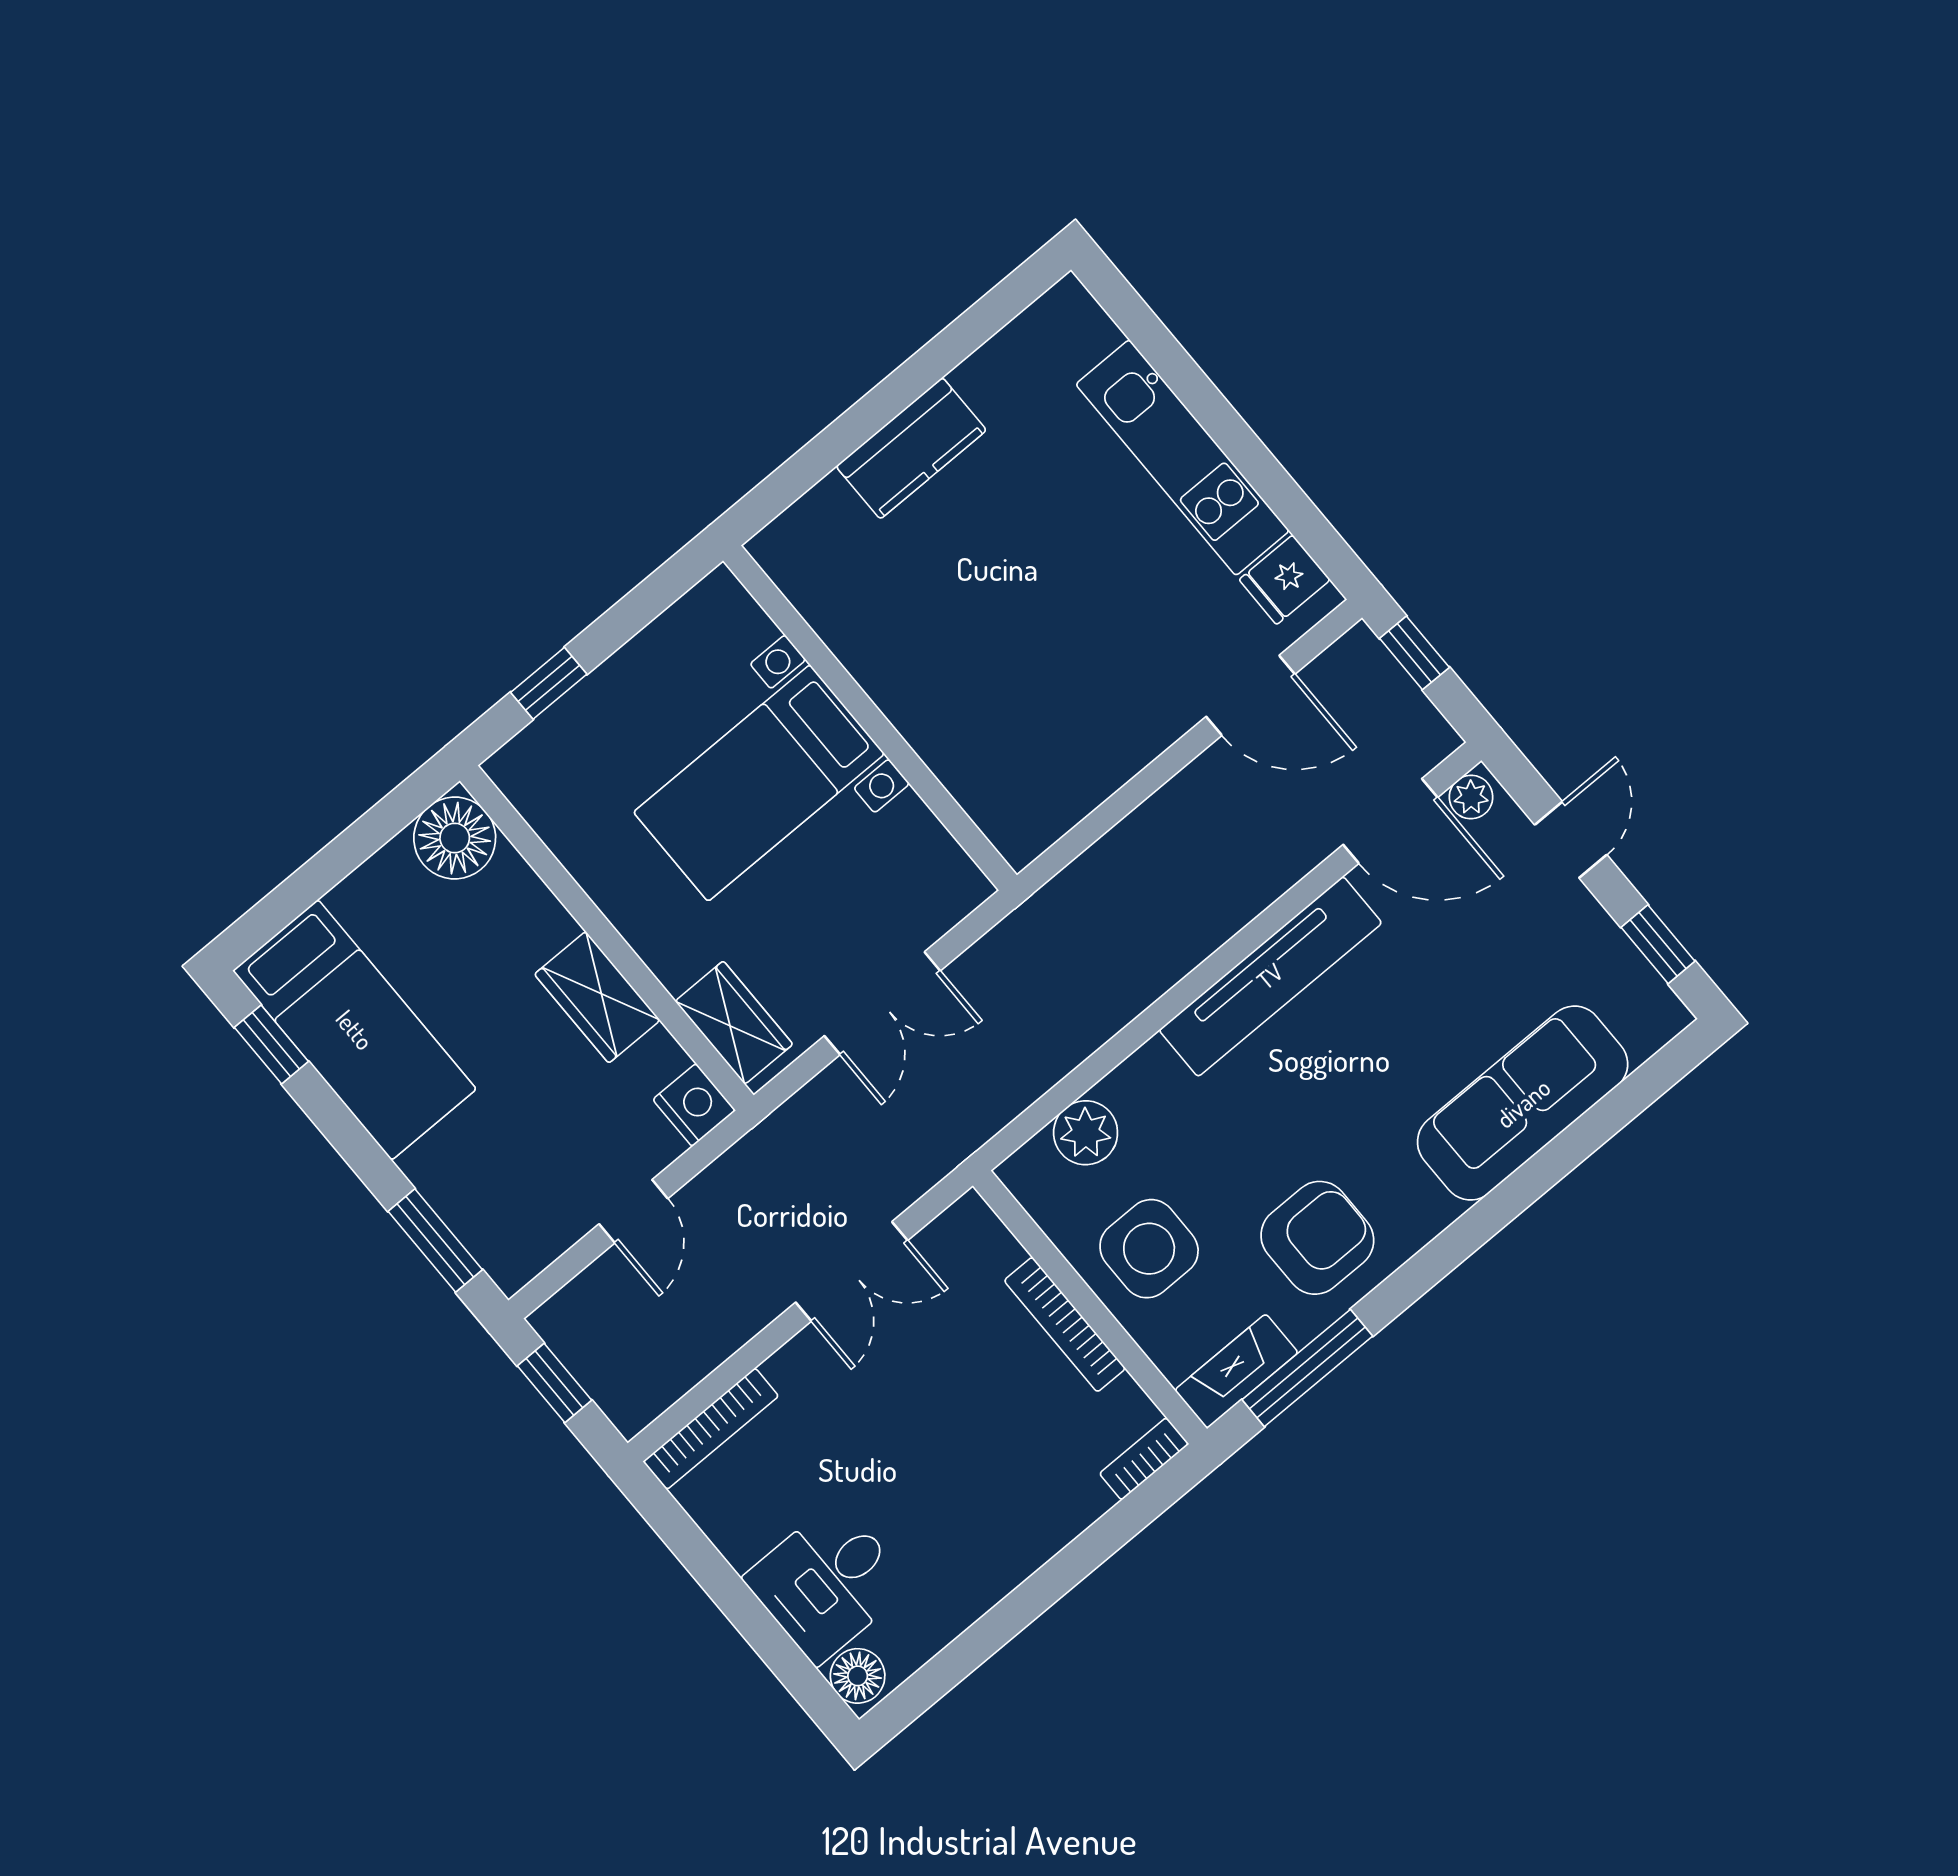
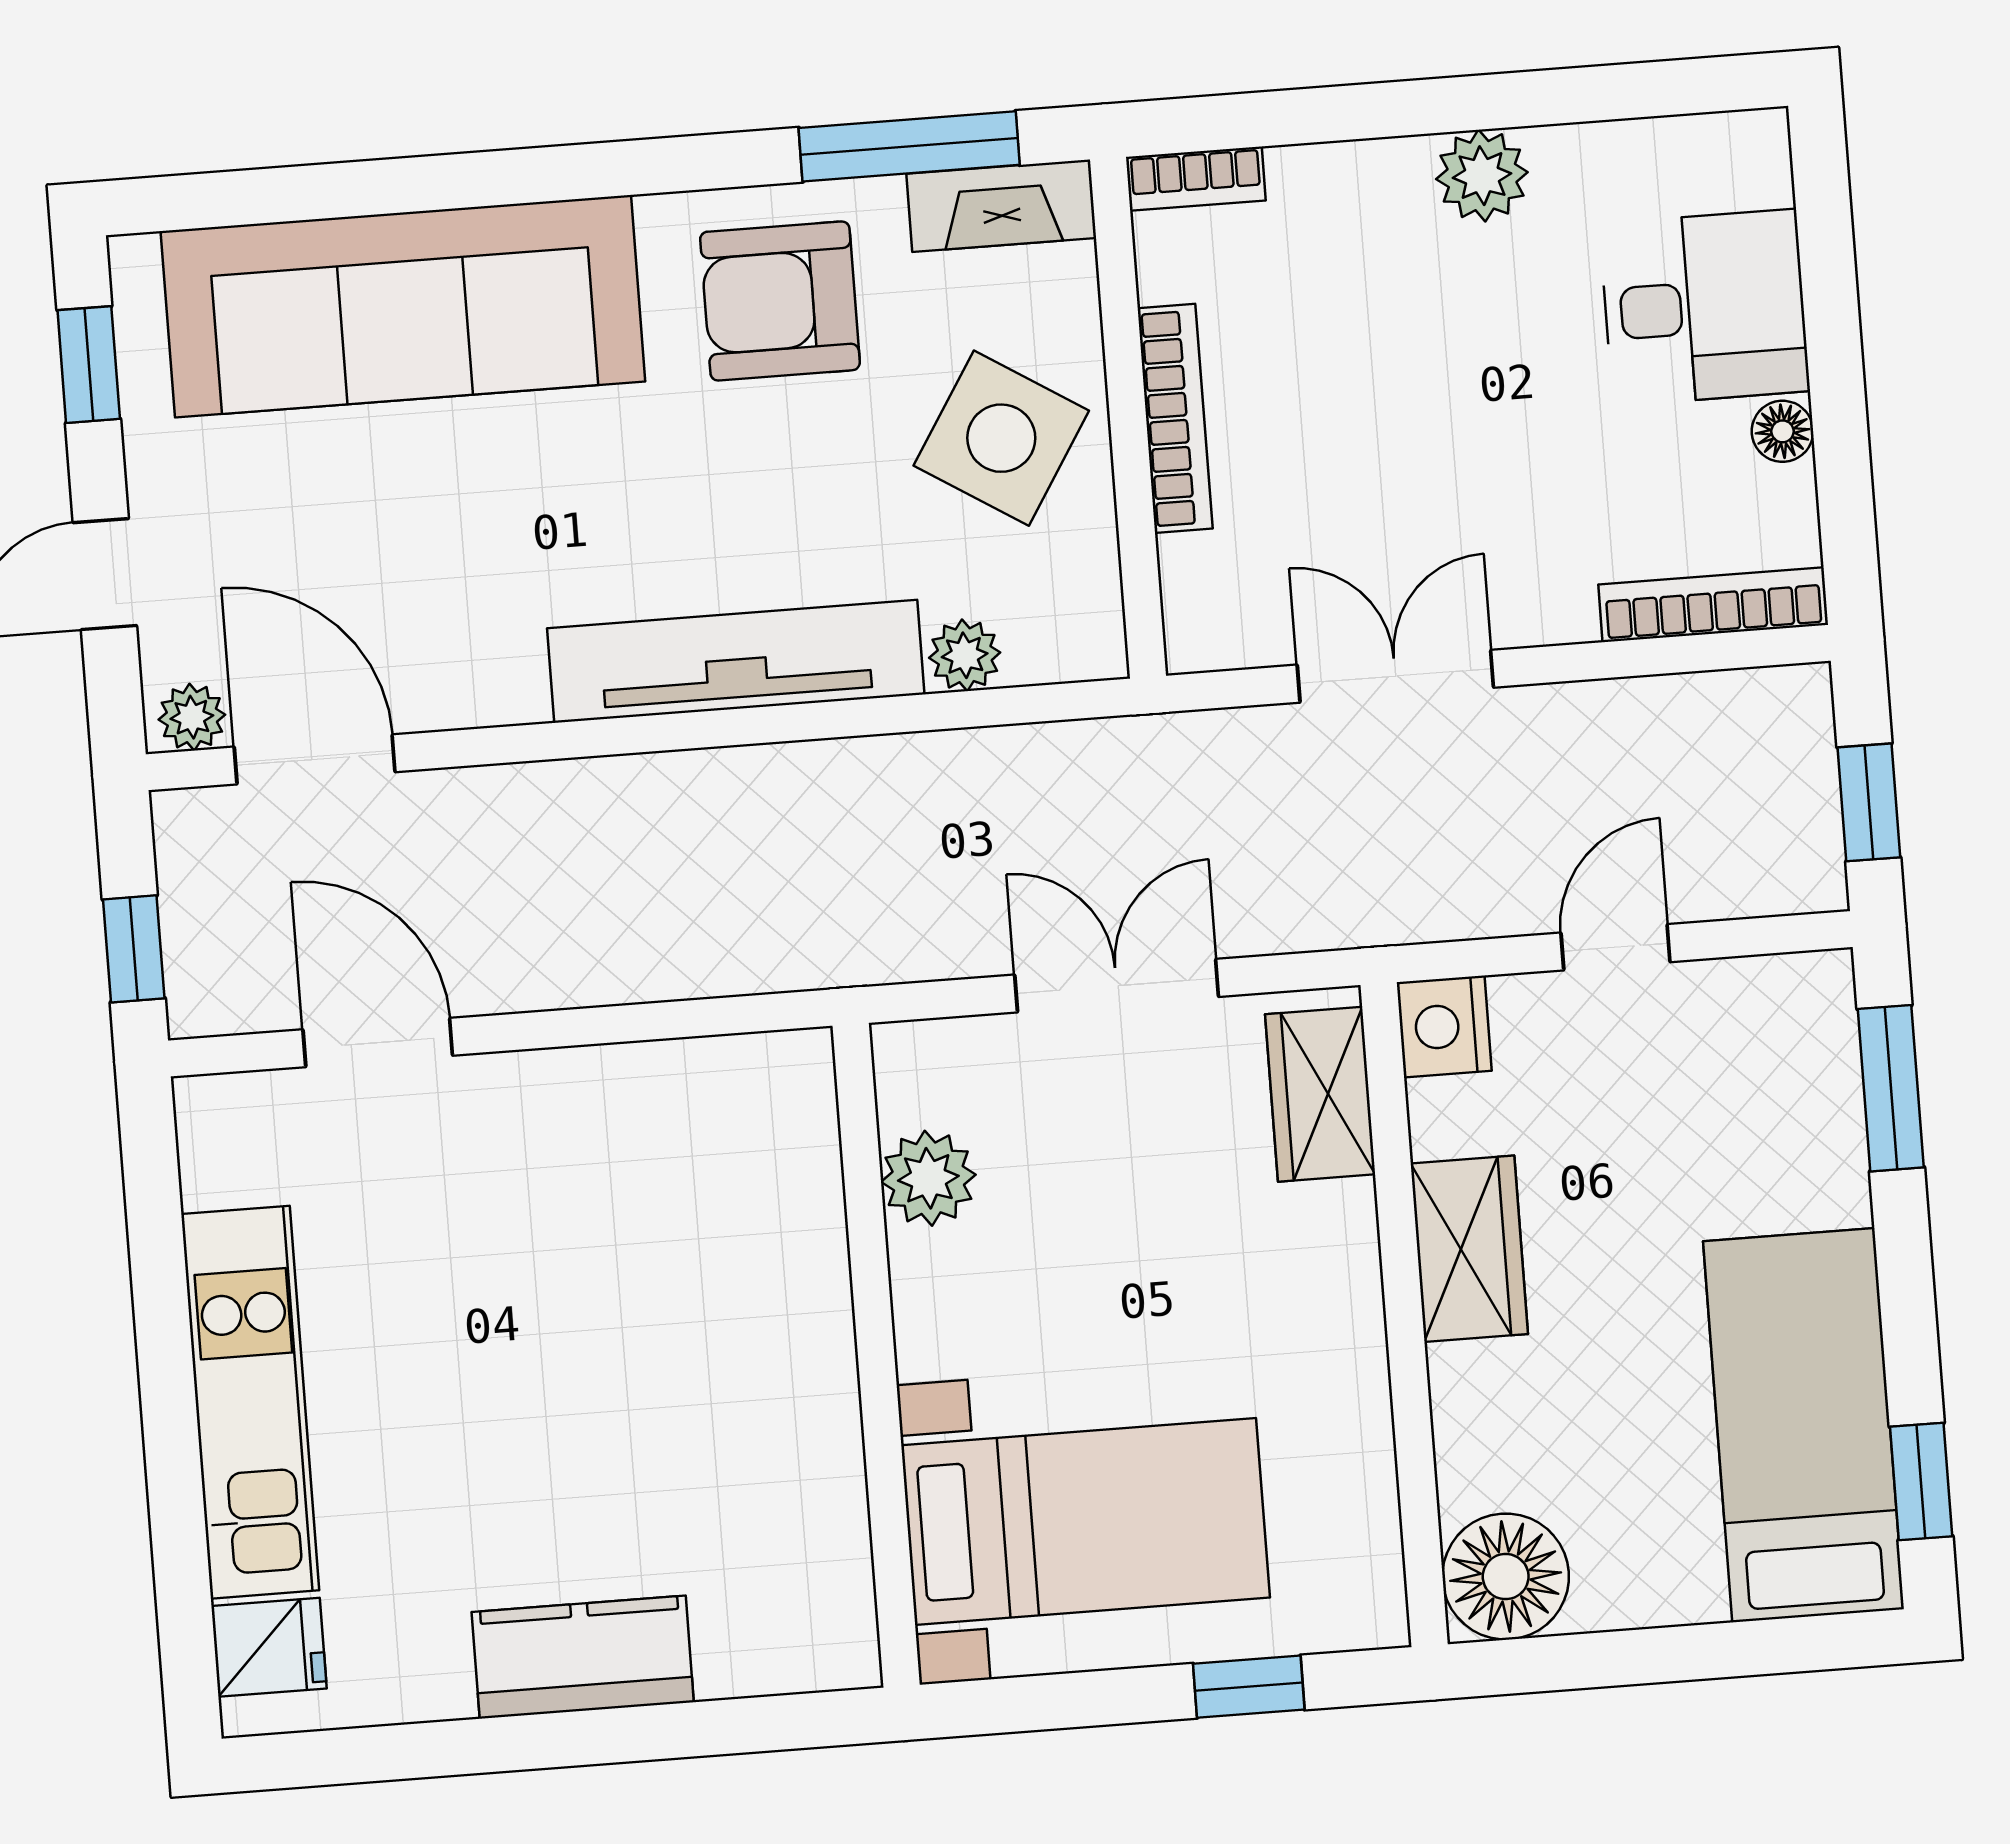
fridge: (1285, 580) -> (269, 1647), moved
bed with nightstands: (759, 783) -> (1085, 1521), moved
plant: (909, 831) -> (928, 1178), added
tv unit: (1270, 976) -> (736, 661), moved
sofa: (1523, 1103) -> (403, 306), width x1.36, depth x1.27
plant: (1086, 1133) -> (965, 655), width x0.73, depth x0.73
side table: (1149, 1249) -> (1001, 438), turned 32
plant: (994, 1568) -> (1482, 176), added
floor lamp: (858, 1676) -> (1782, 431), moved, width x0.73, depth x0.73

